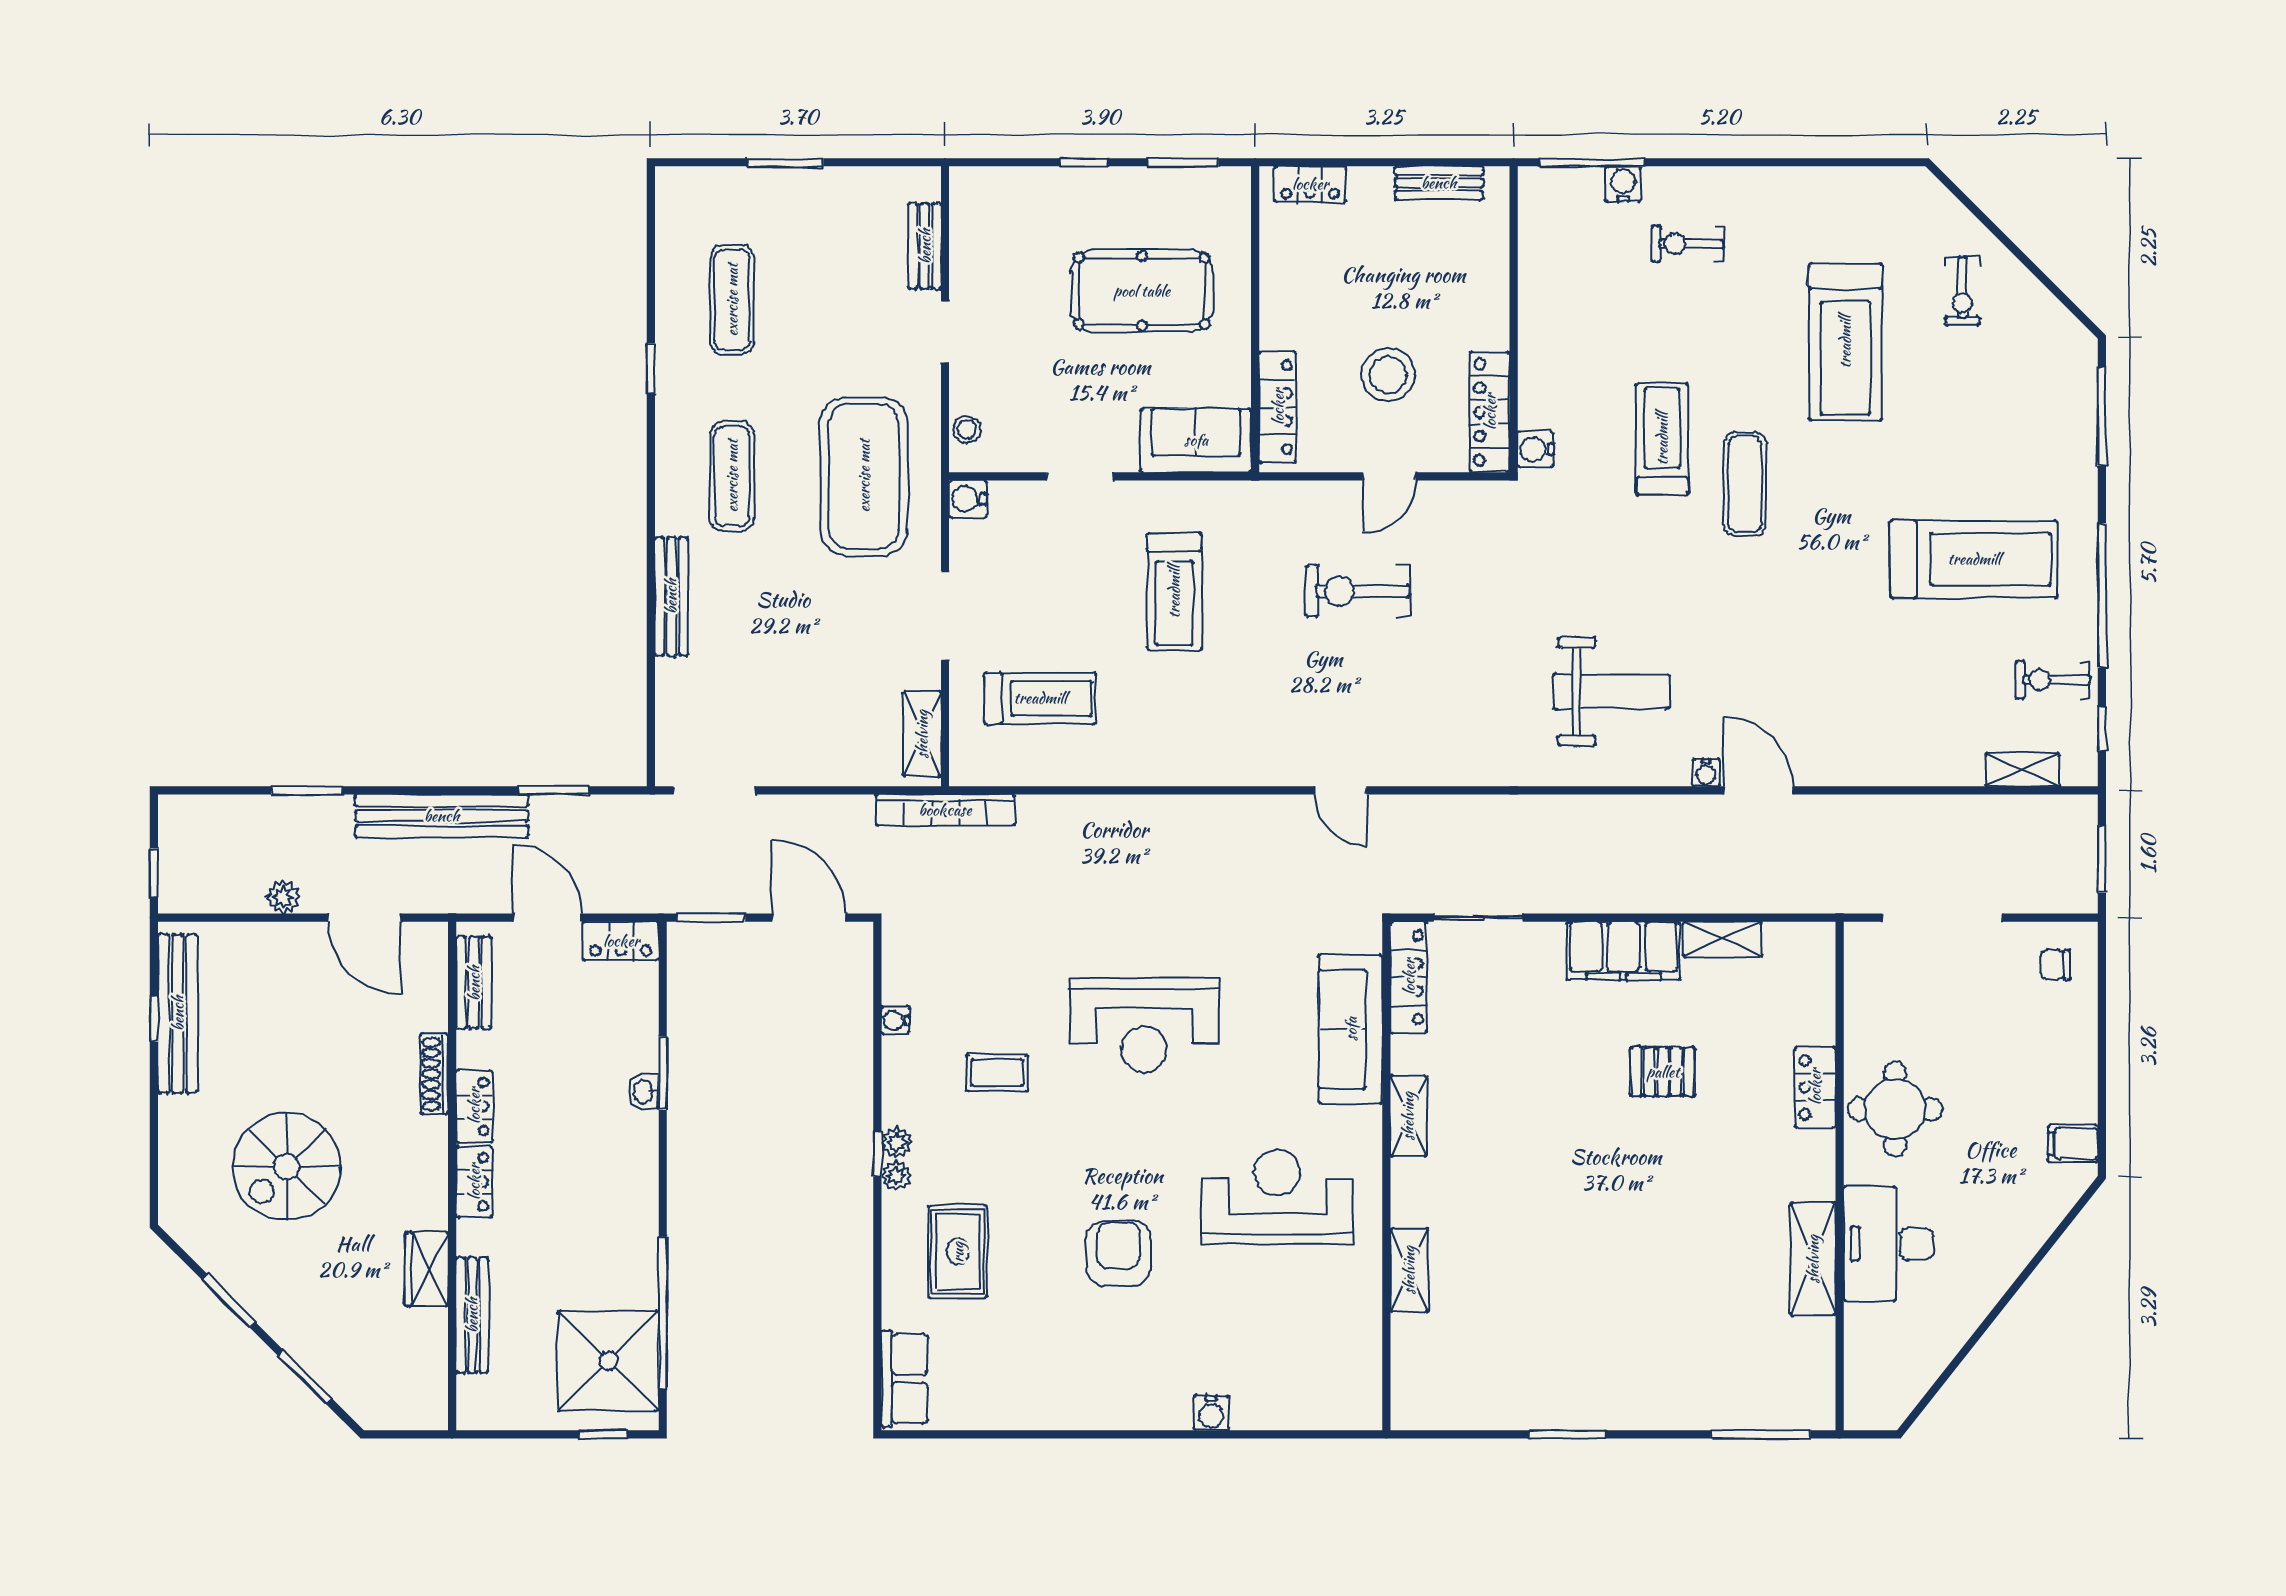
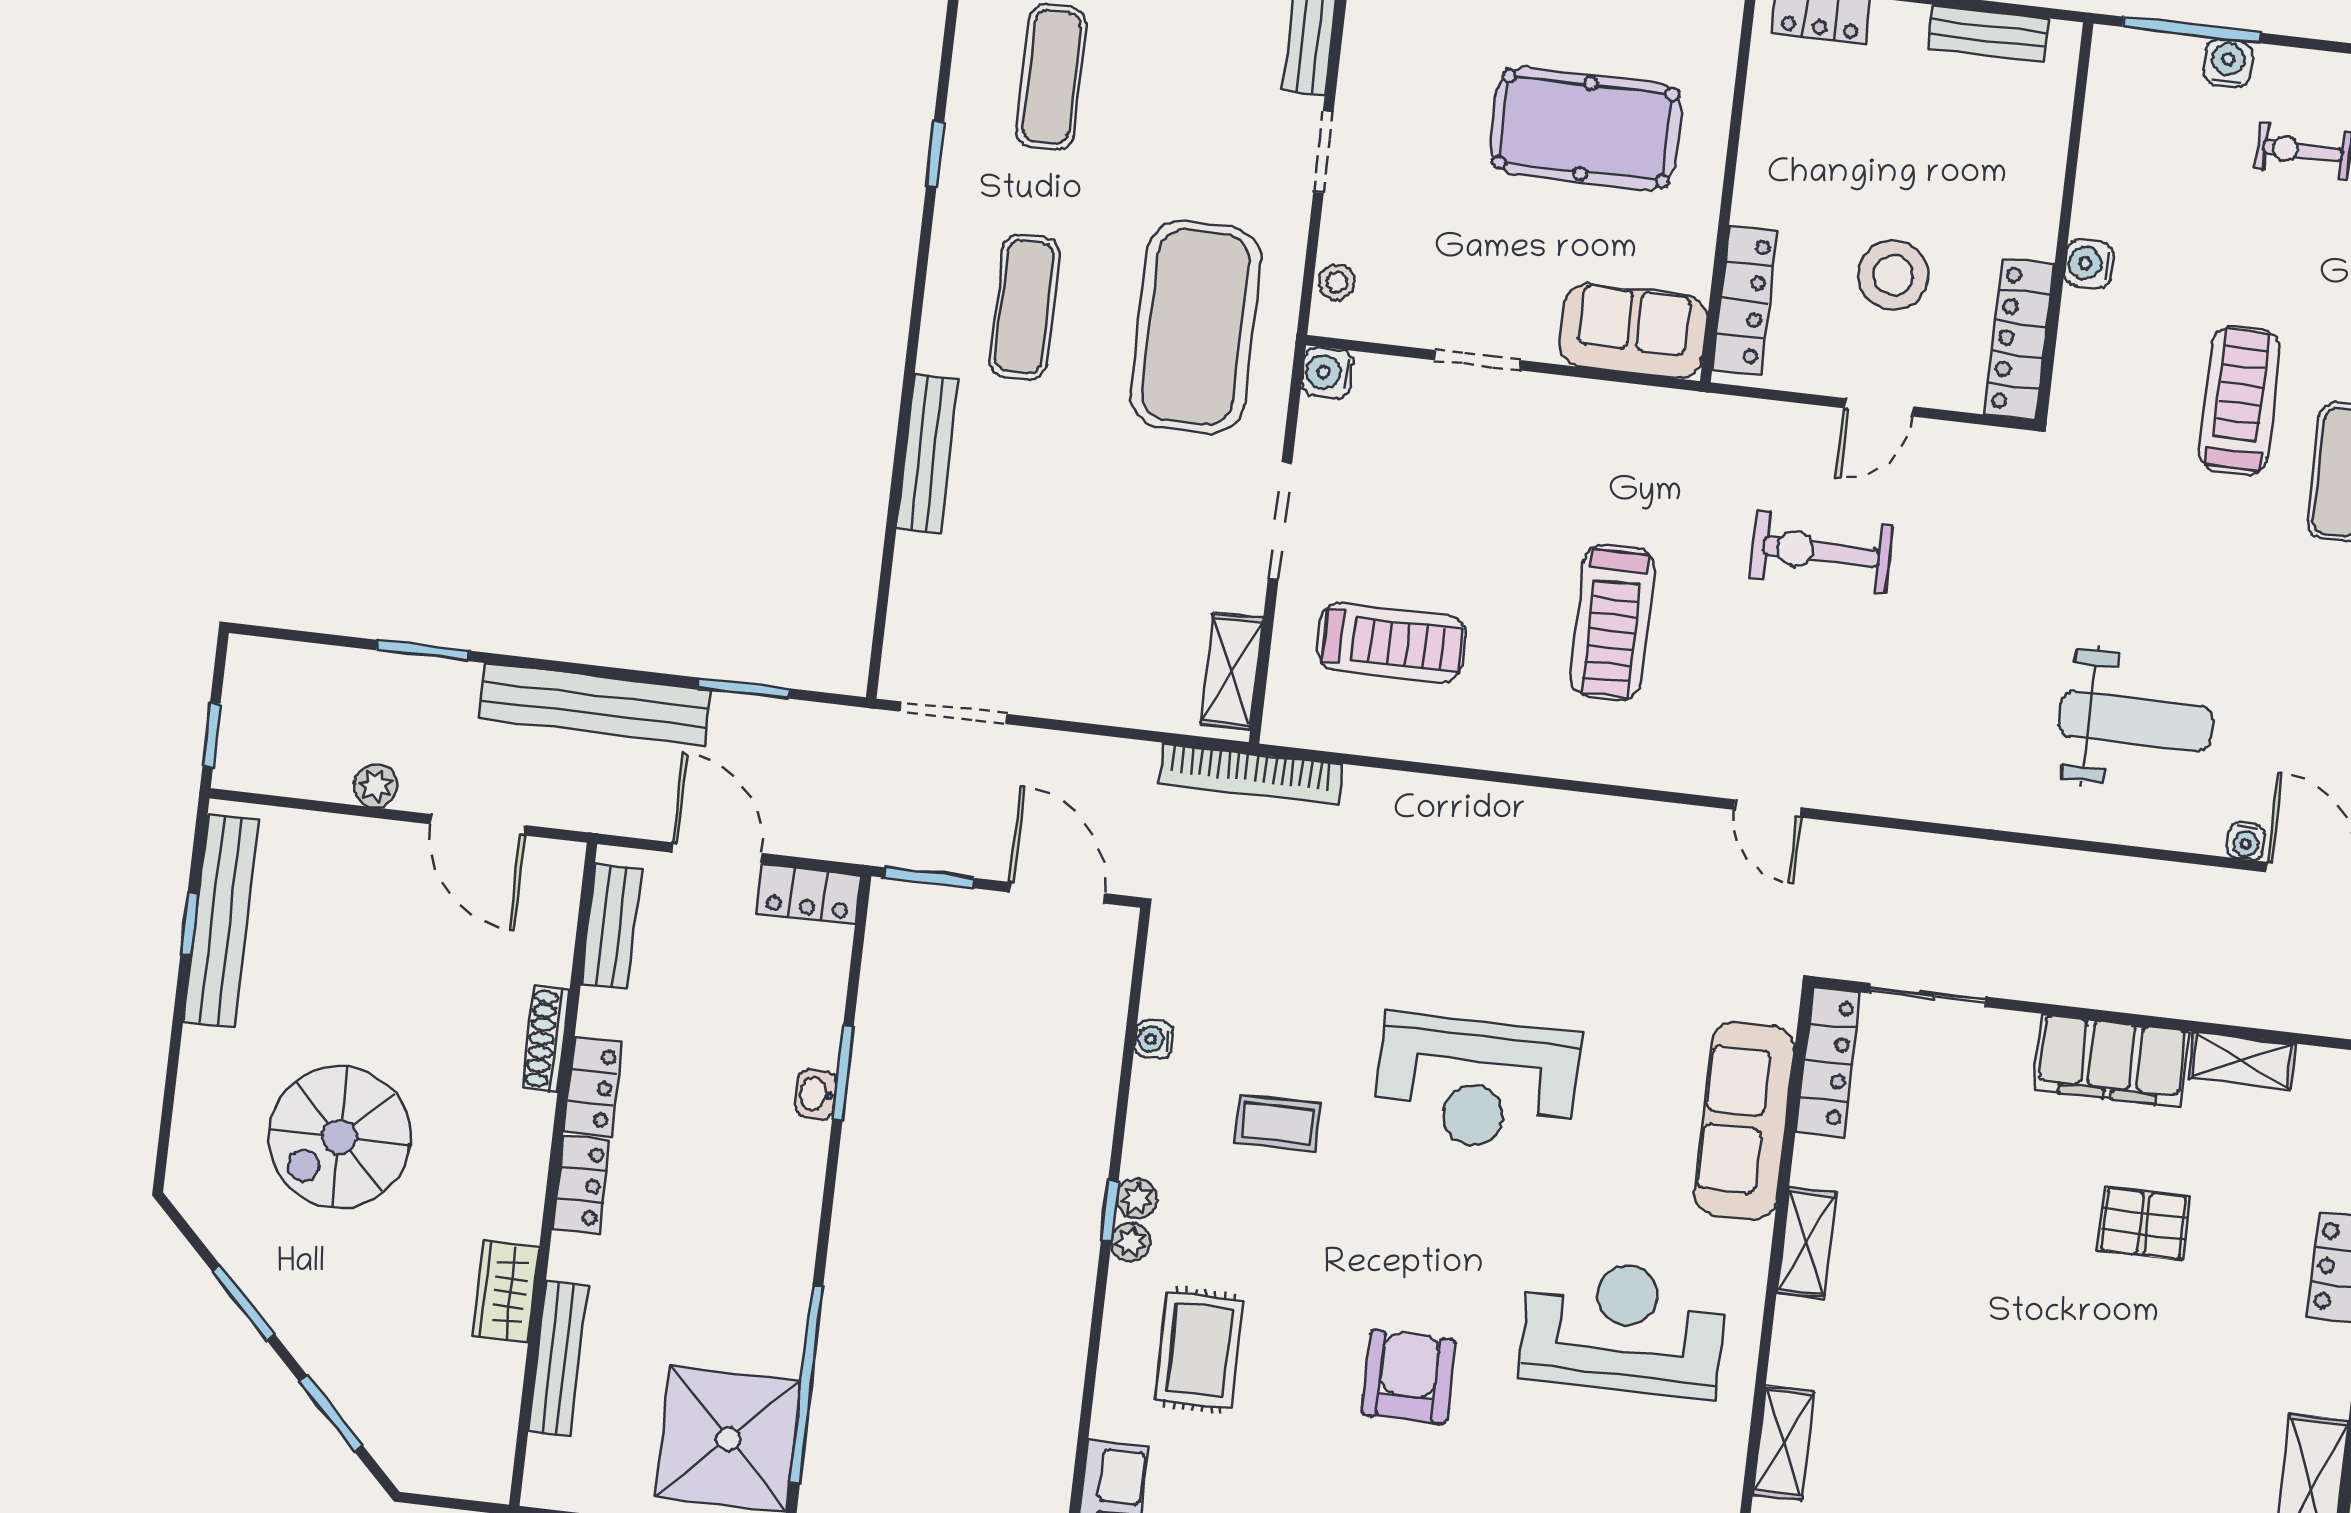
water cooler: (1535, 449) -> (2089, 264), moved
treadmill: (1174, 592) -> (1613, 622), moved

